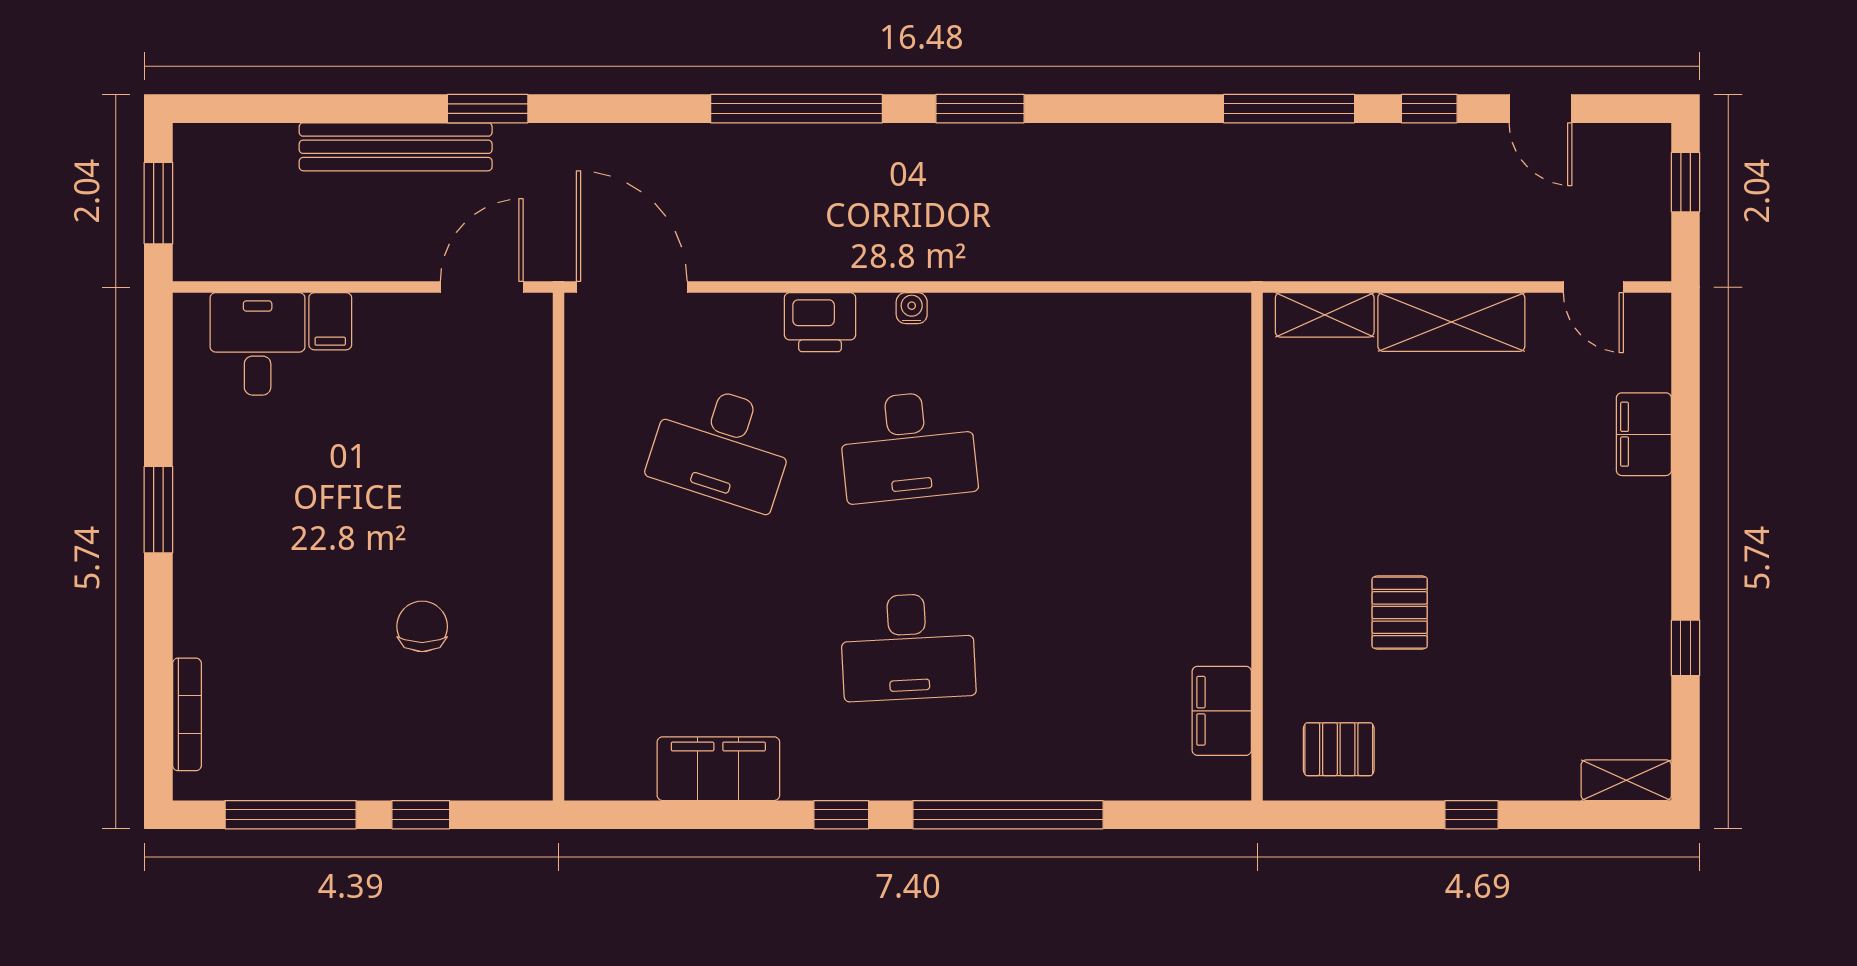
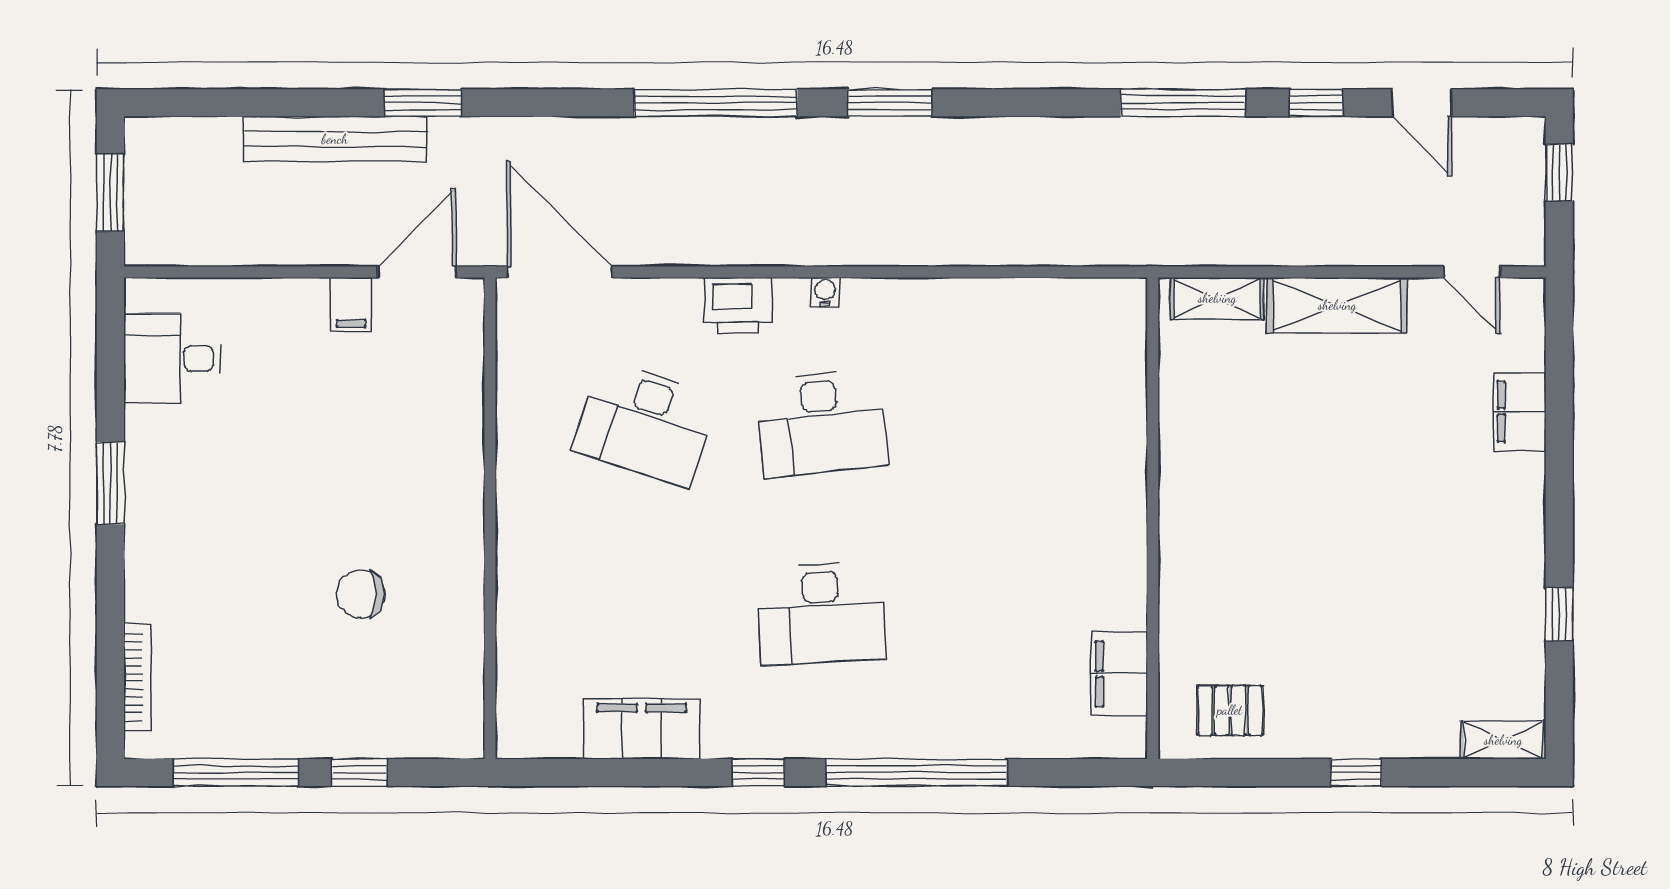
filing cabinet: (330, 321) -> (351, 304), moved
desk: (258, 344) -> (172, 359), moved, turned -90
pallet: (1400, 613) -> (1288, 581), removed
chair: (422, 626) -> (361, 594), turned -90

